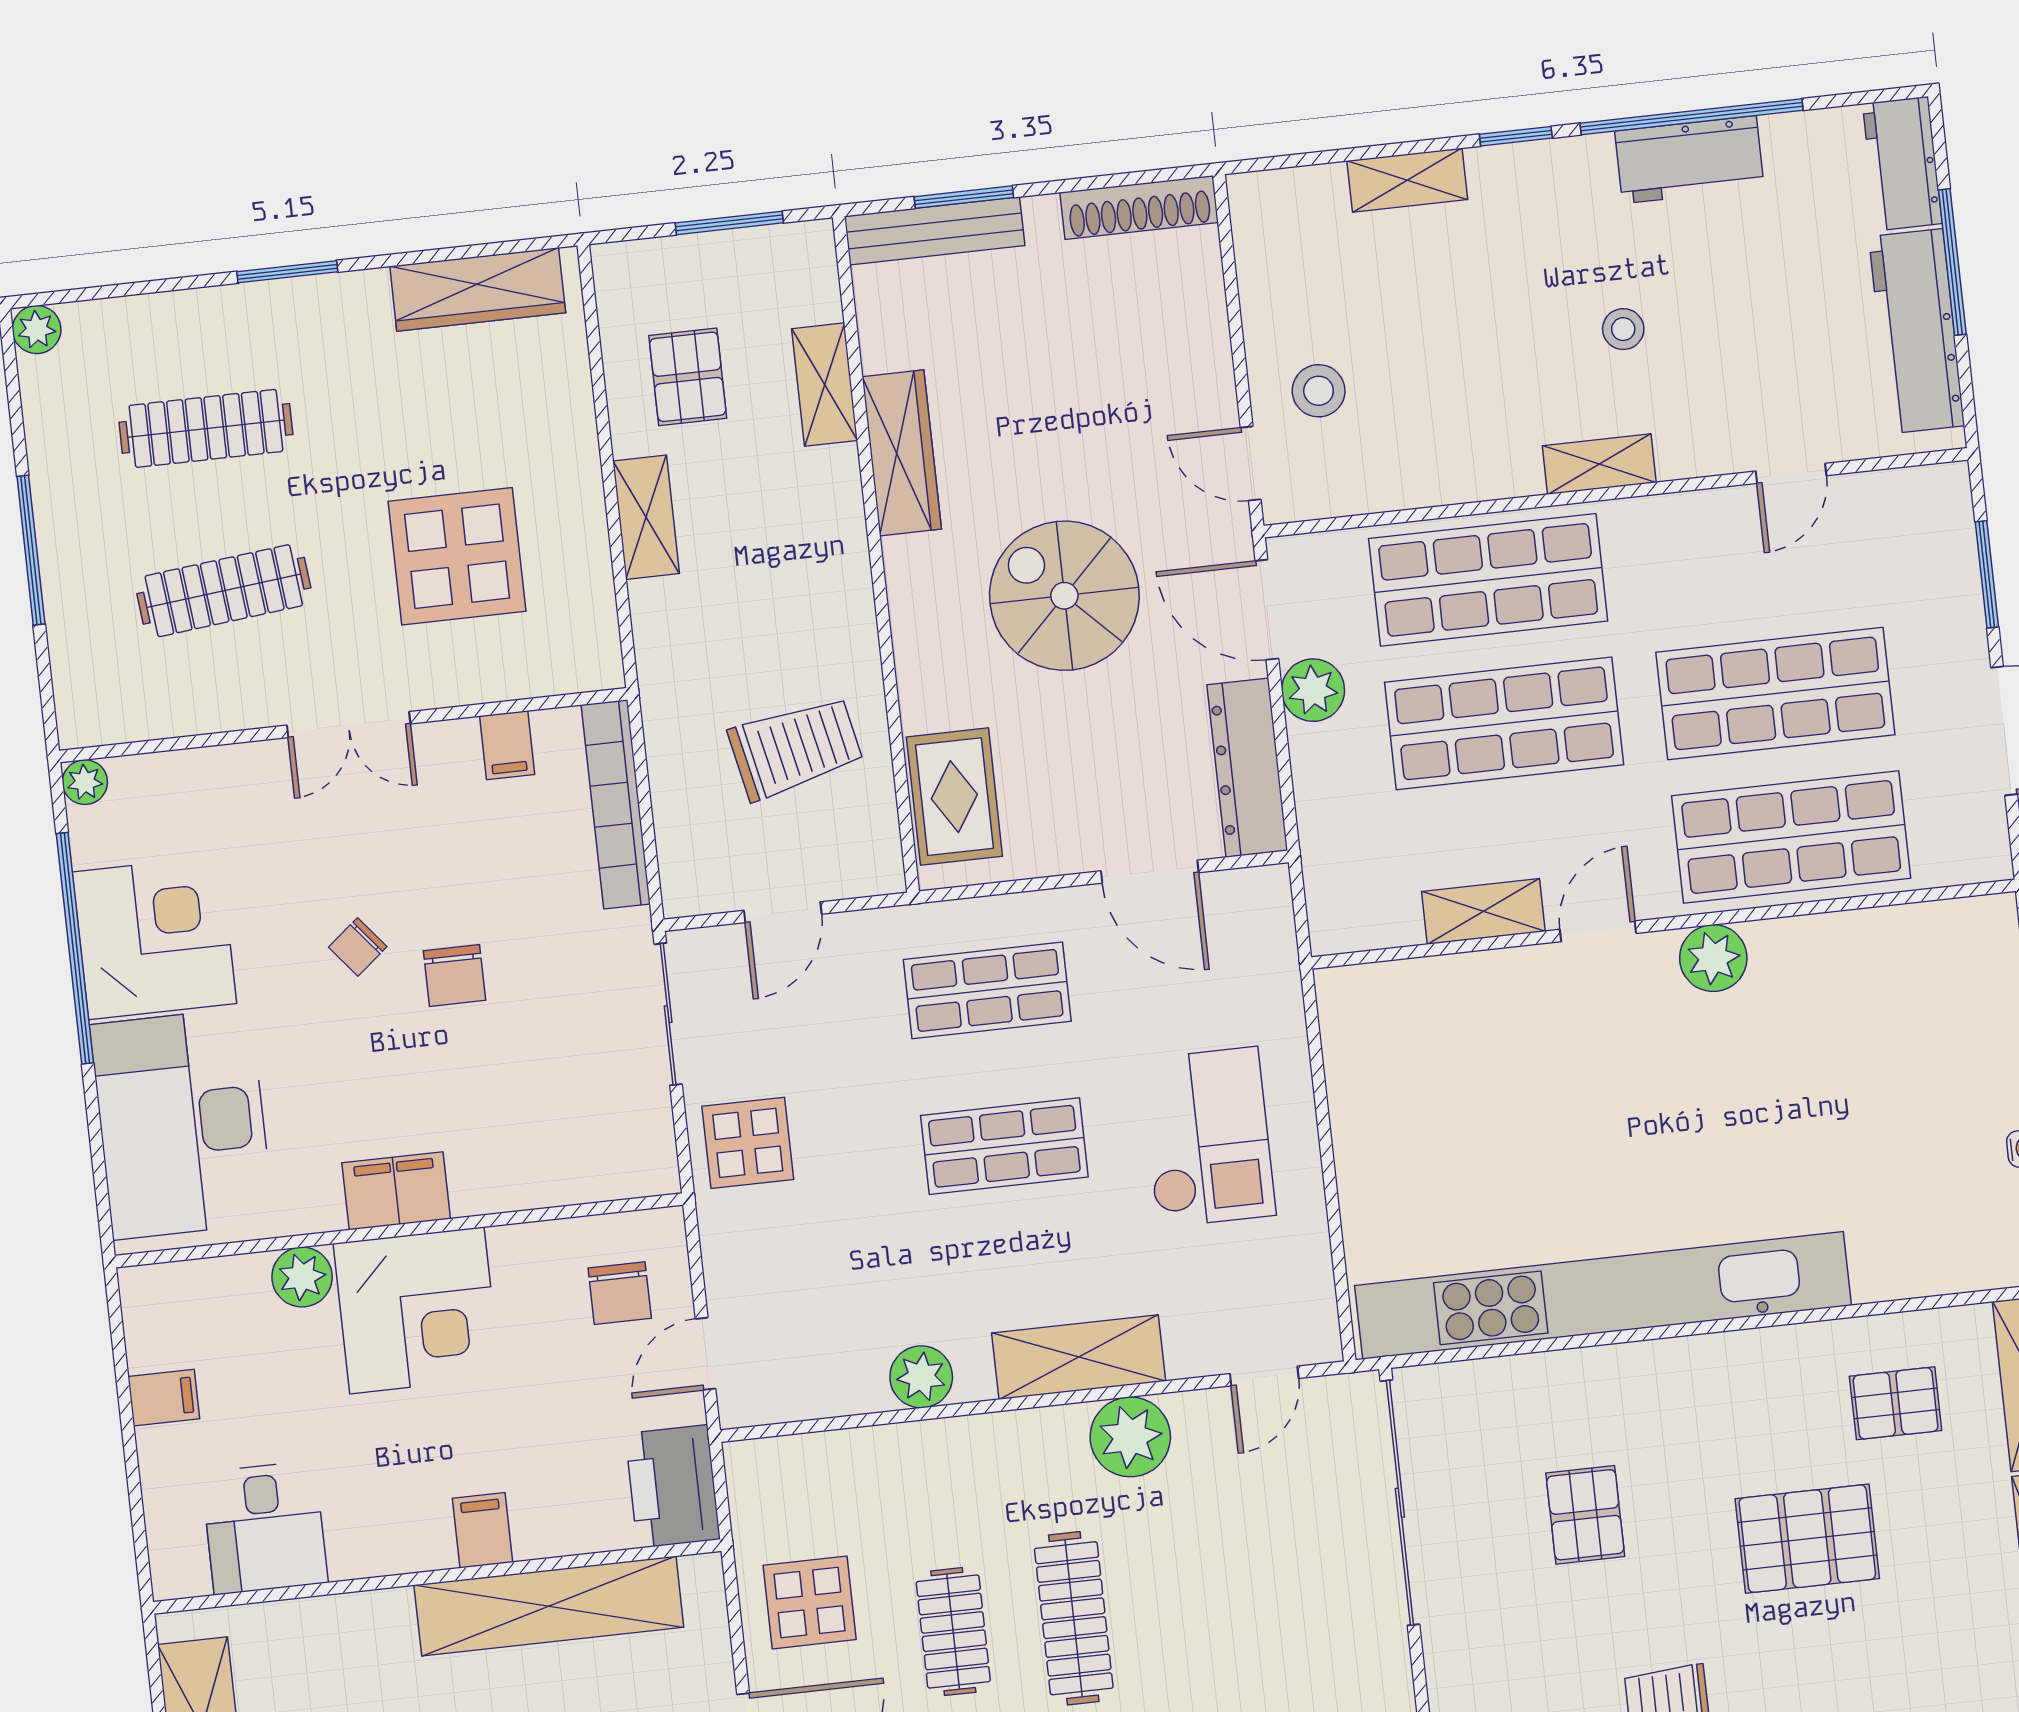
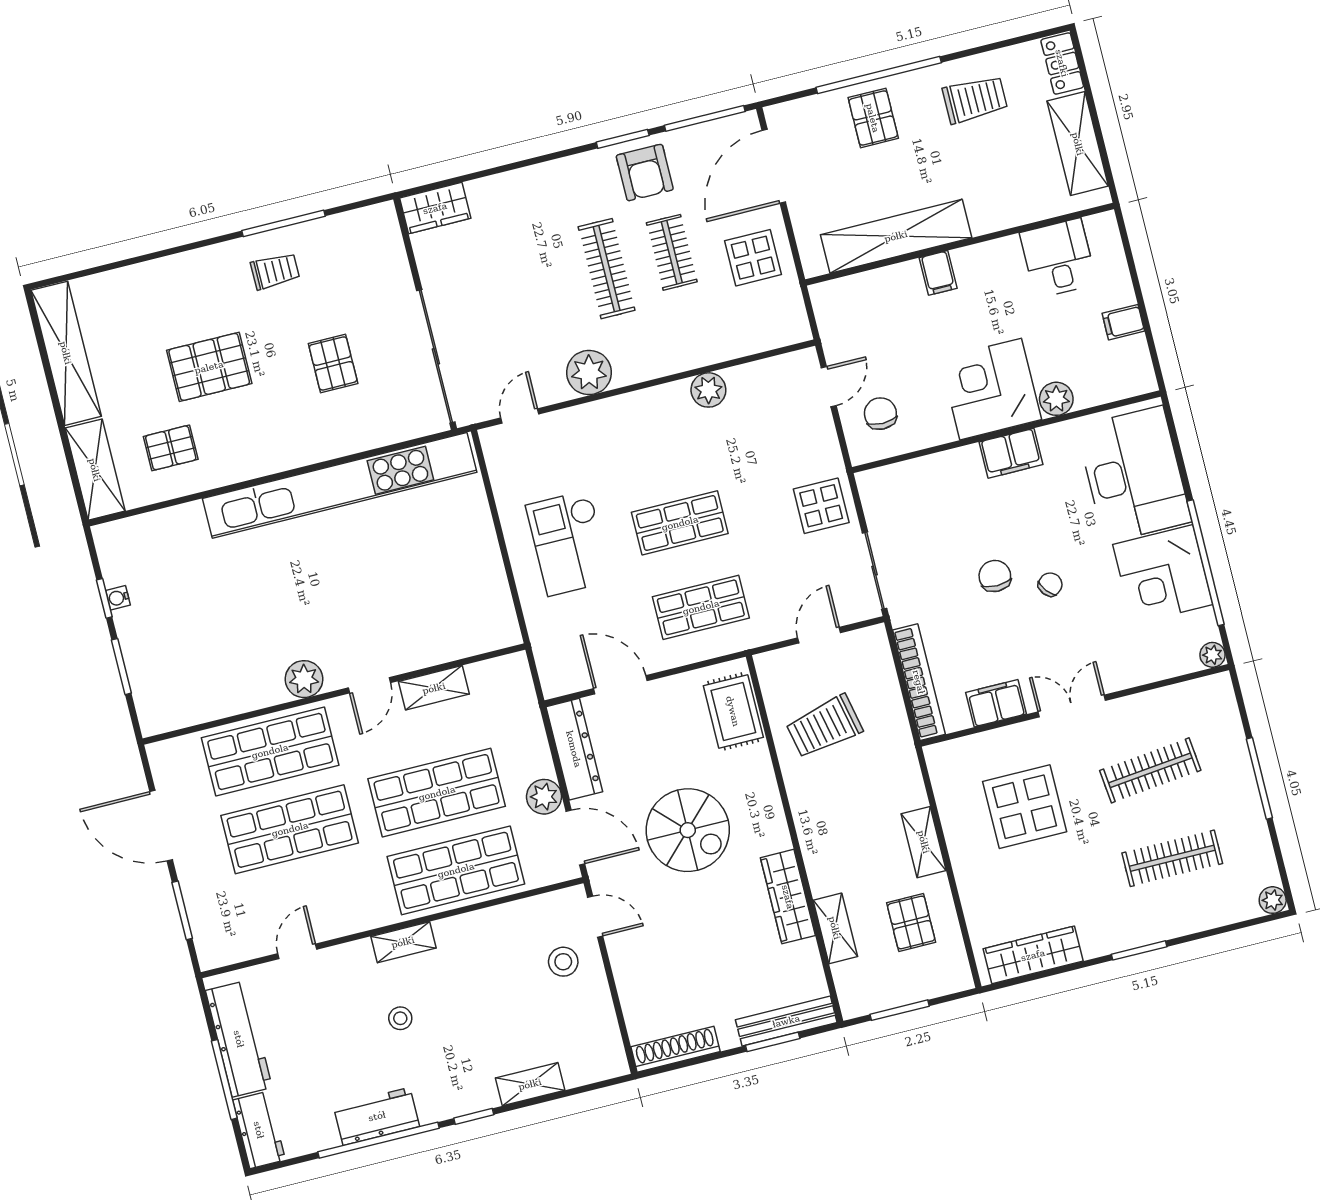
filing cabinet: (507, 745) -> (996, 703), width x2.00
shelving: (1079, 1357) -> (623, 413), removed
printer: (673, 1487) -> (837, 311), removed

